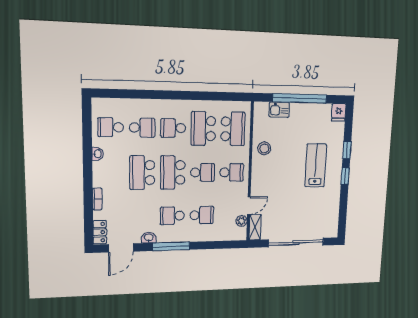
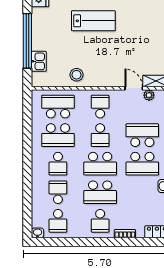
washbasin: (97, 154) -> (38, 233), moved
lab bench: (316, 165) -> (93, 21), turned 180
school desk: (203, 172) -> (100, 135), turned 180
school desk: (111, 173) -> (100, 221), added
school desk: (202, 215) -> (142, 135), width x1.85
school desk: (172, 216) -> (142, 164), width x1.85

